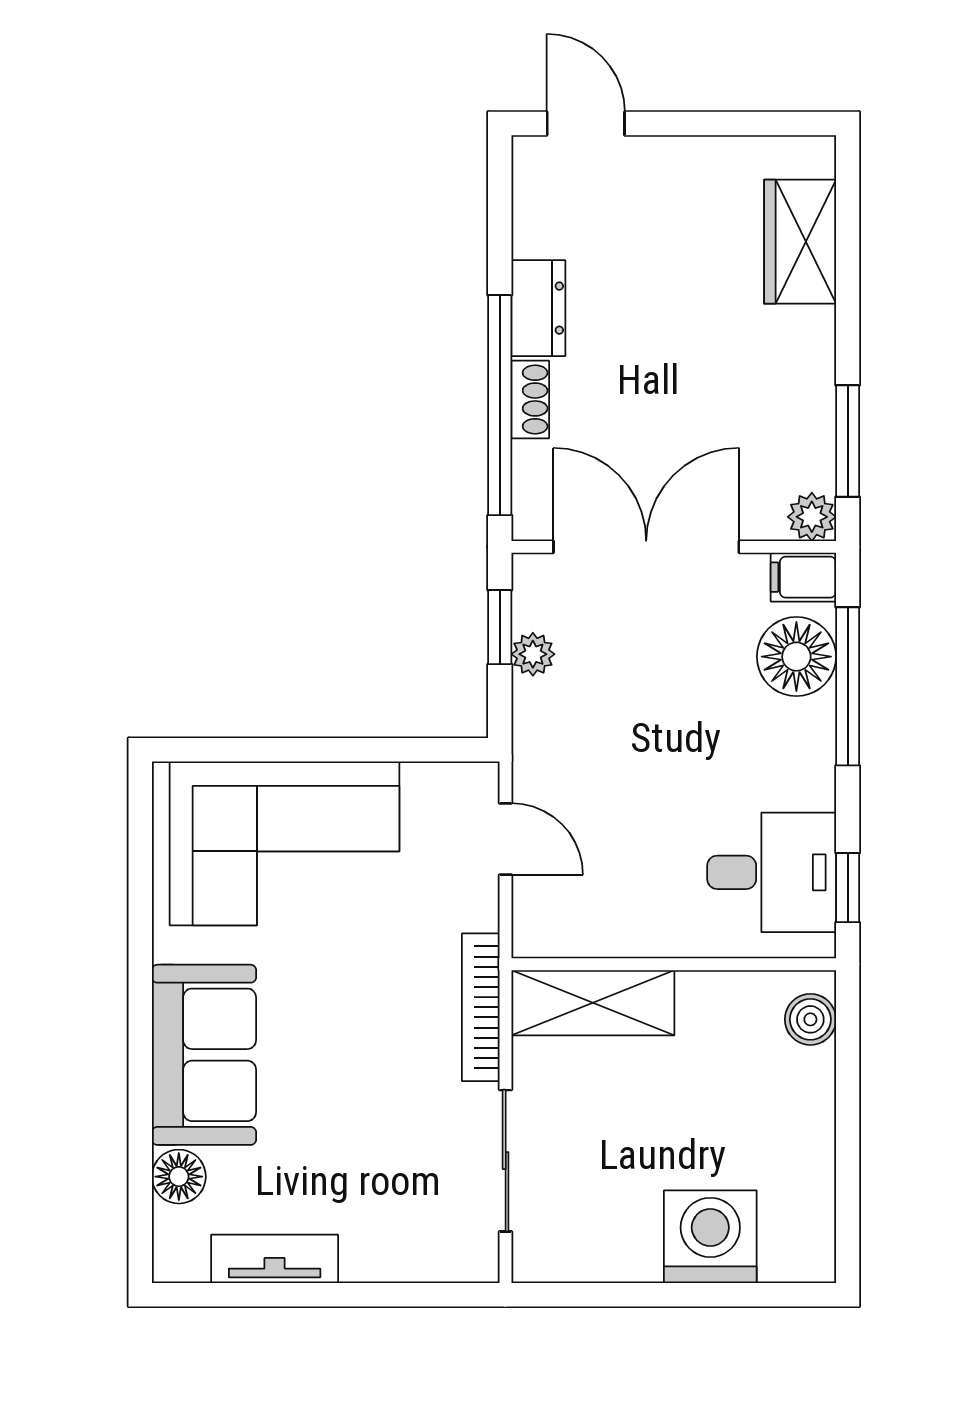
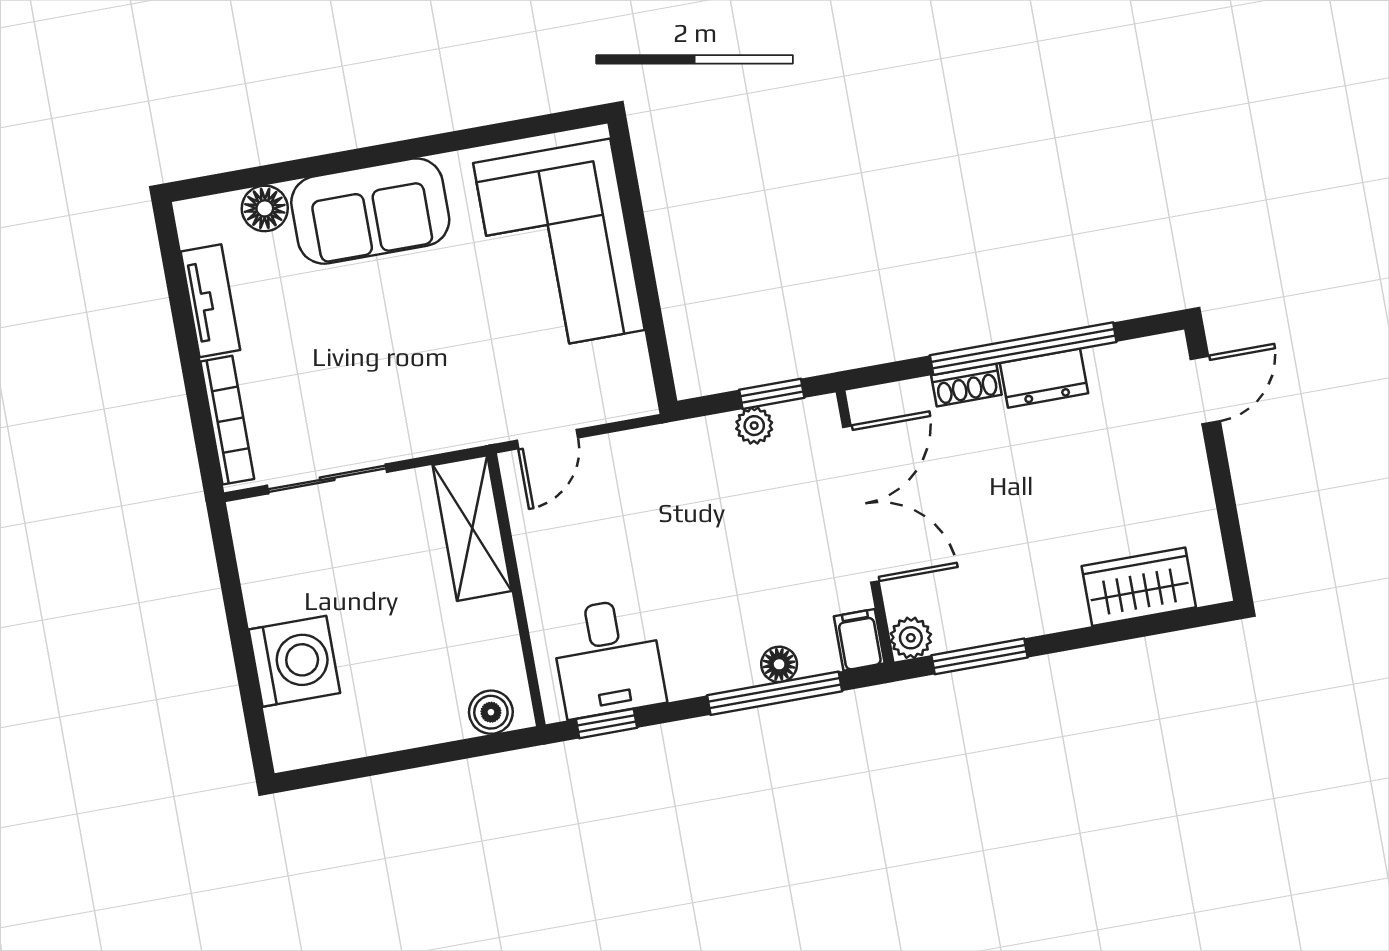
window: (500, 405) -> (1023, 349), moved
floor lamp: (796, 657) -> (779, 664), width x0.53, depth x0.53
door: (506, 839) -> (547, 439), moved
bookcase: (481, 1007) -> (227, 420), moved, turned 90

